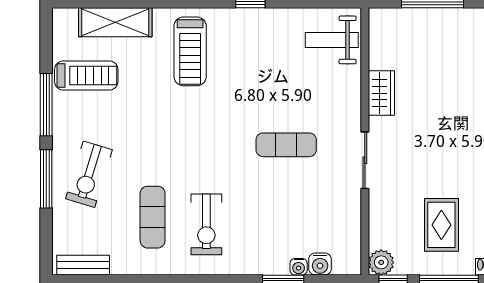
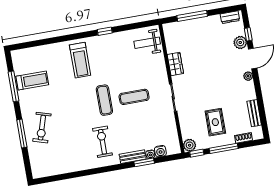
shelving: (115, 22) -> (42, 53), removed
window: (46, 105) -> (13, 86), moved
exercise mat: (153, 217) -> (104, 100), moved
exercise bike: (206, 224) -> (102, 142), turned 180
bench: (83, 265) -> (133, 157), moved

